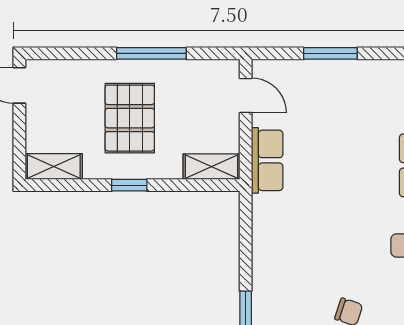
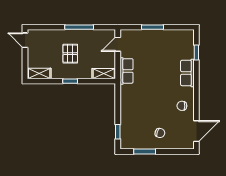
door: (246, 95) -> (118, 44), swing flipped
pallet: (130, 118) -> (70, 54), width x0.67, depth x0.71

